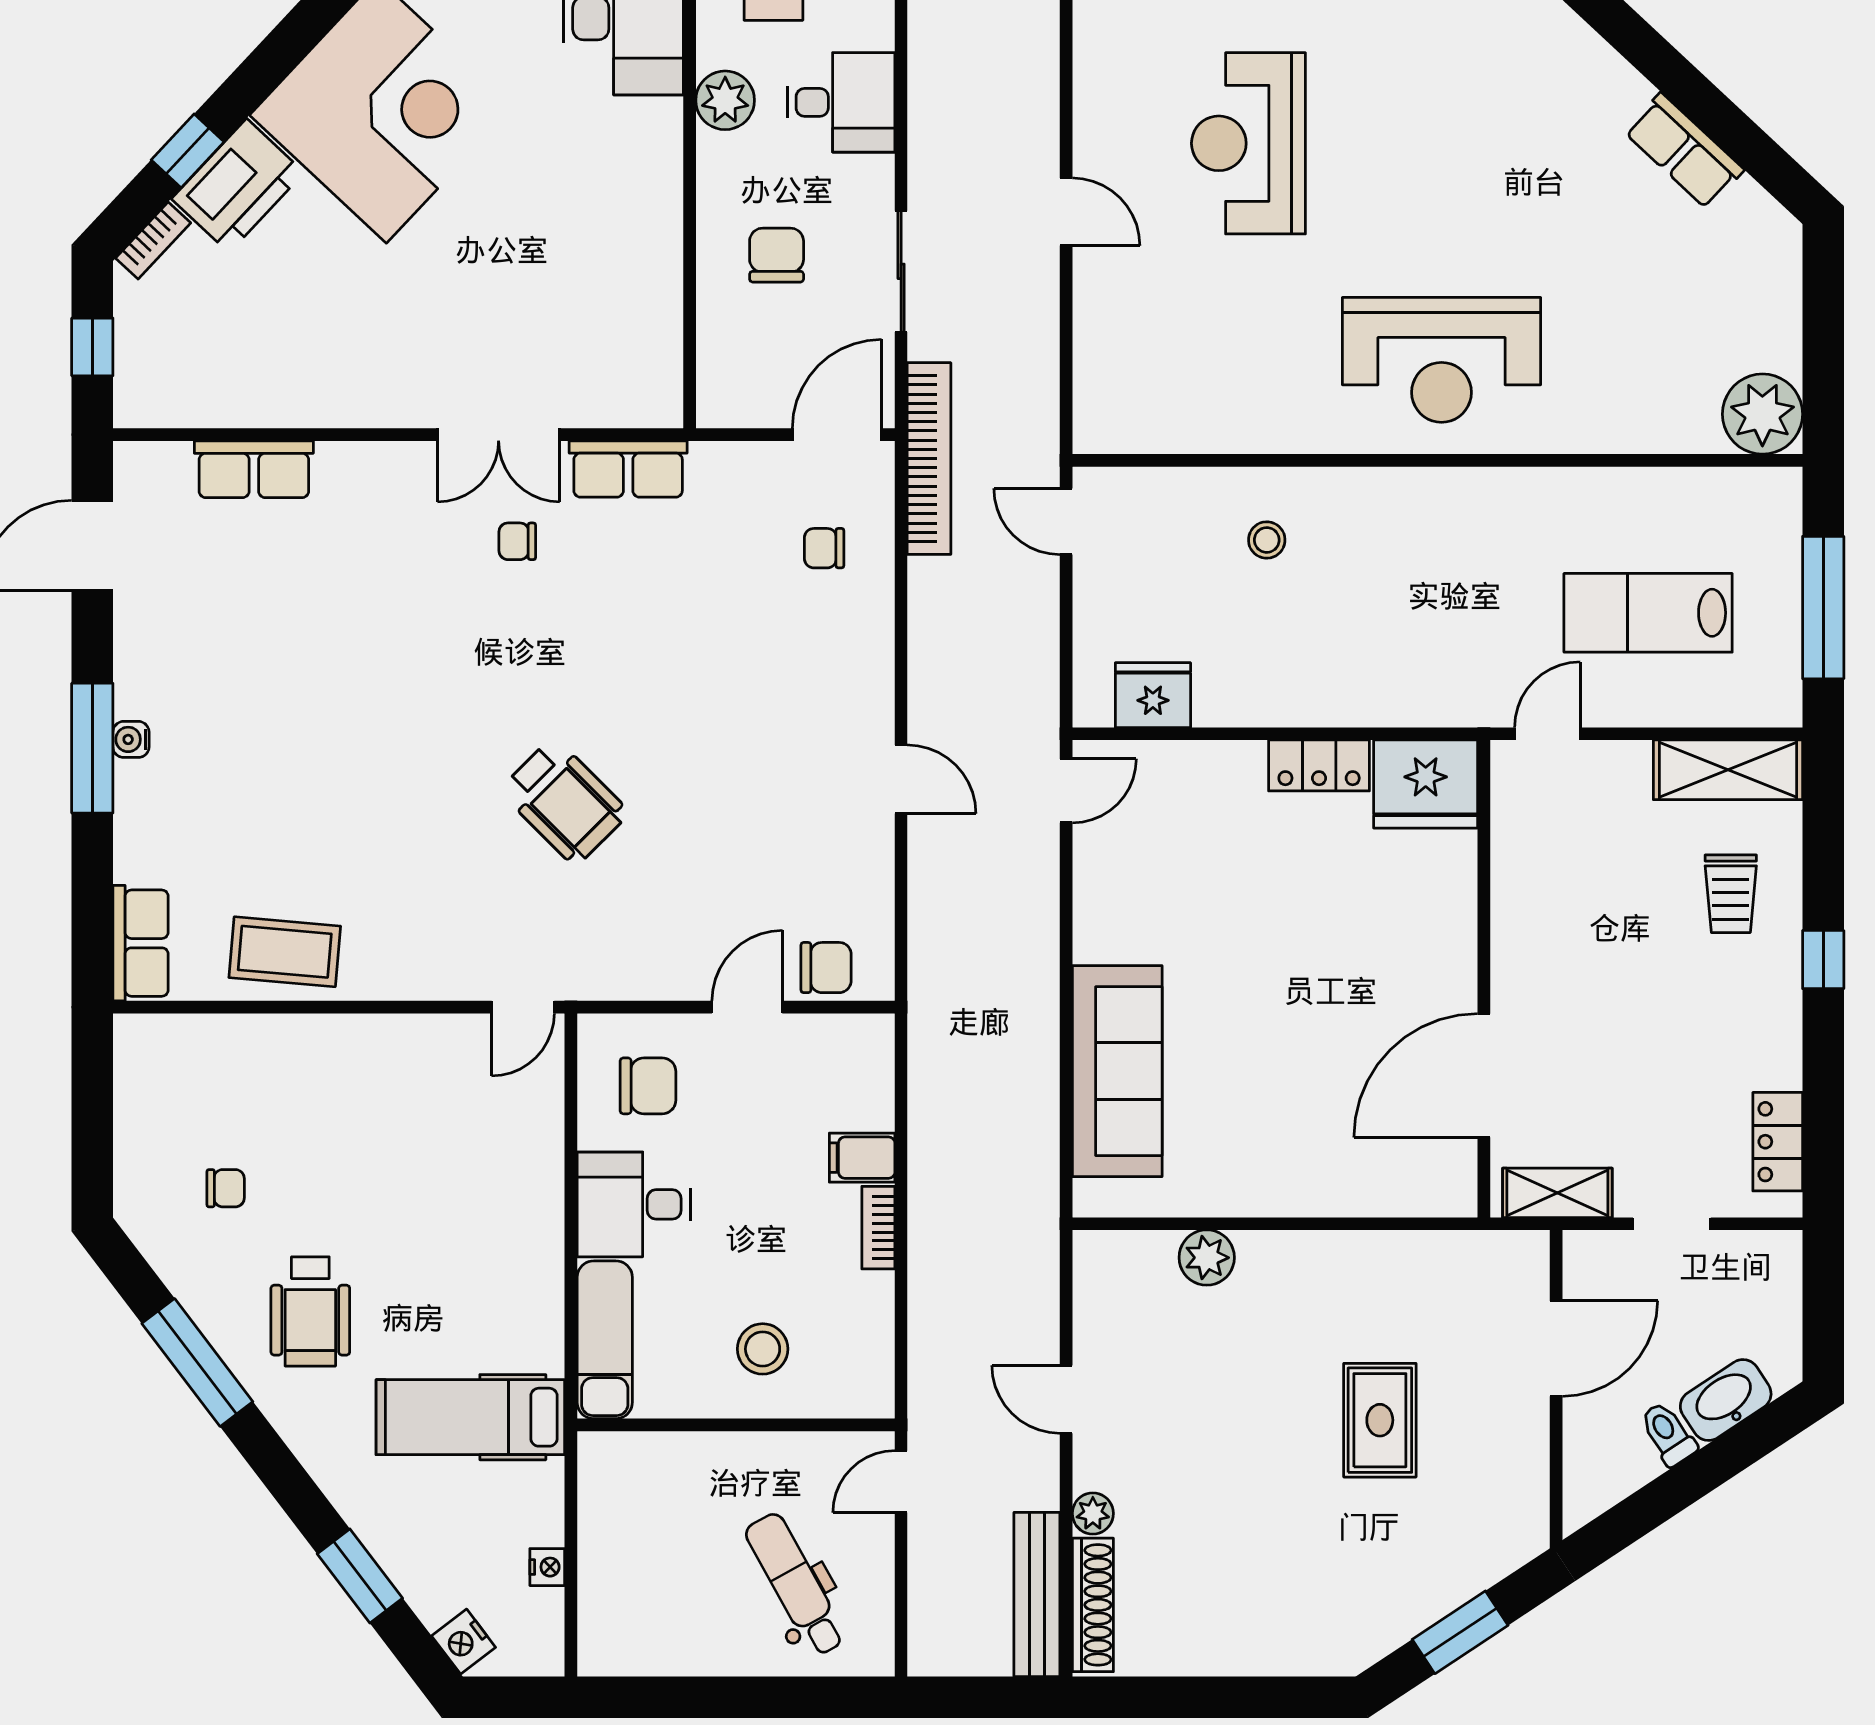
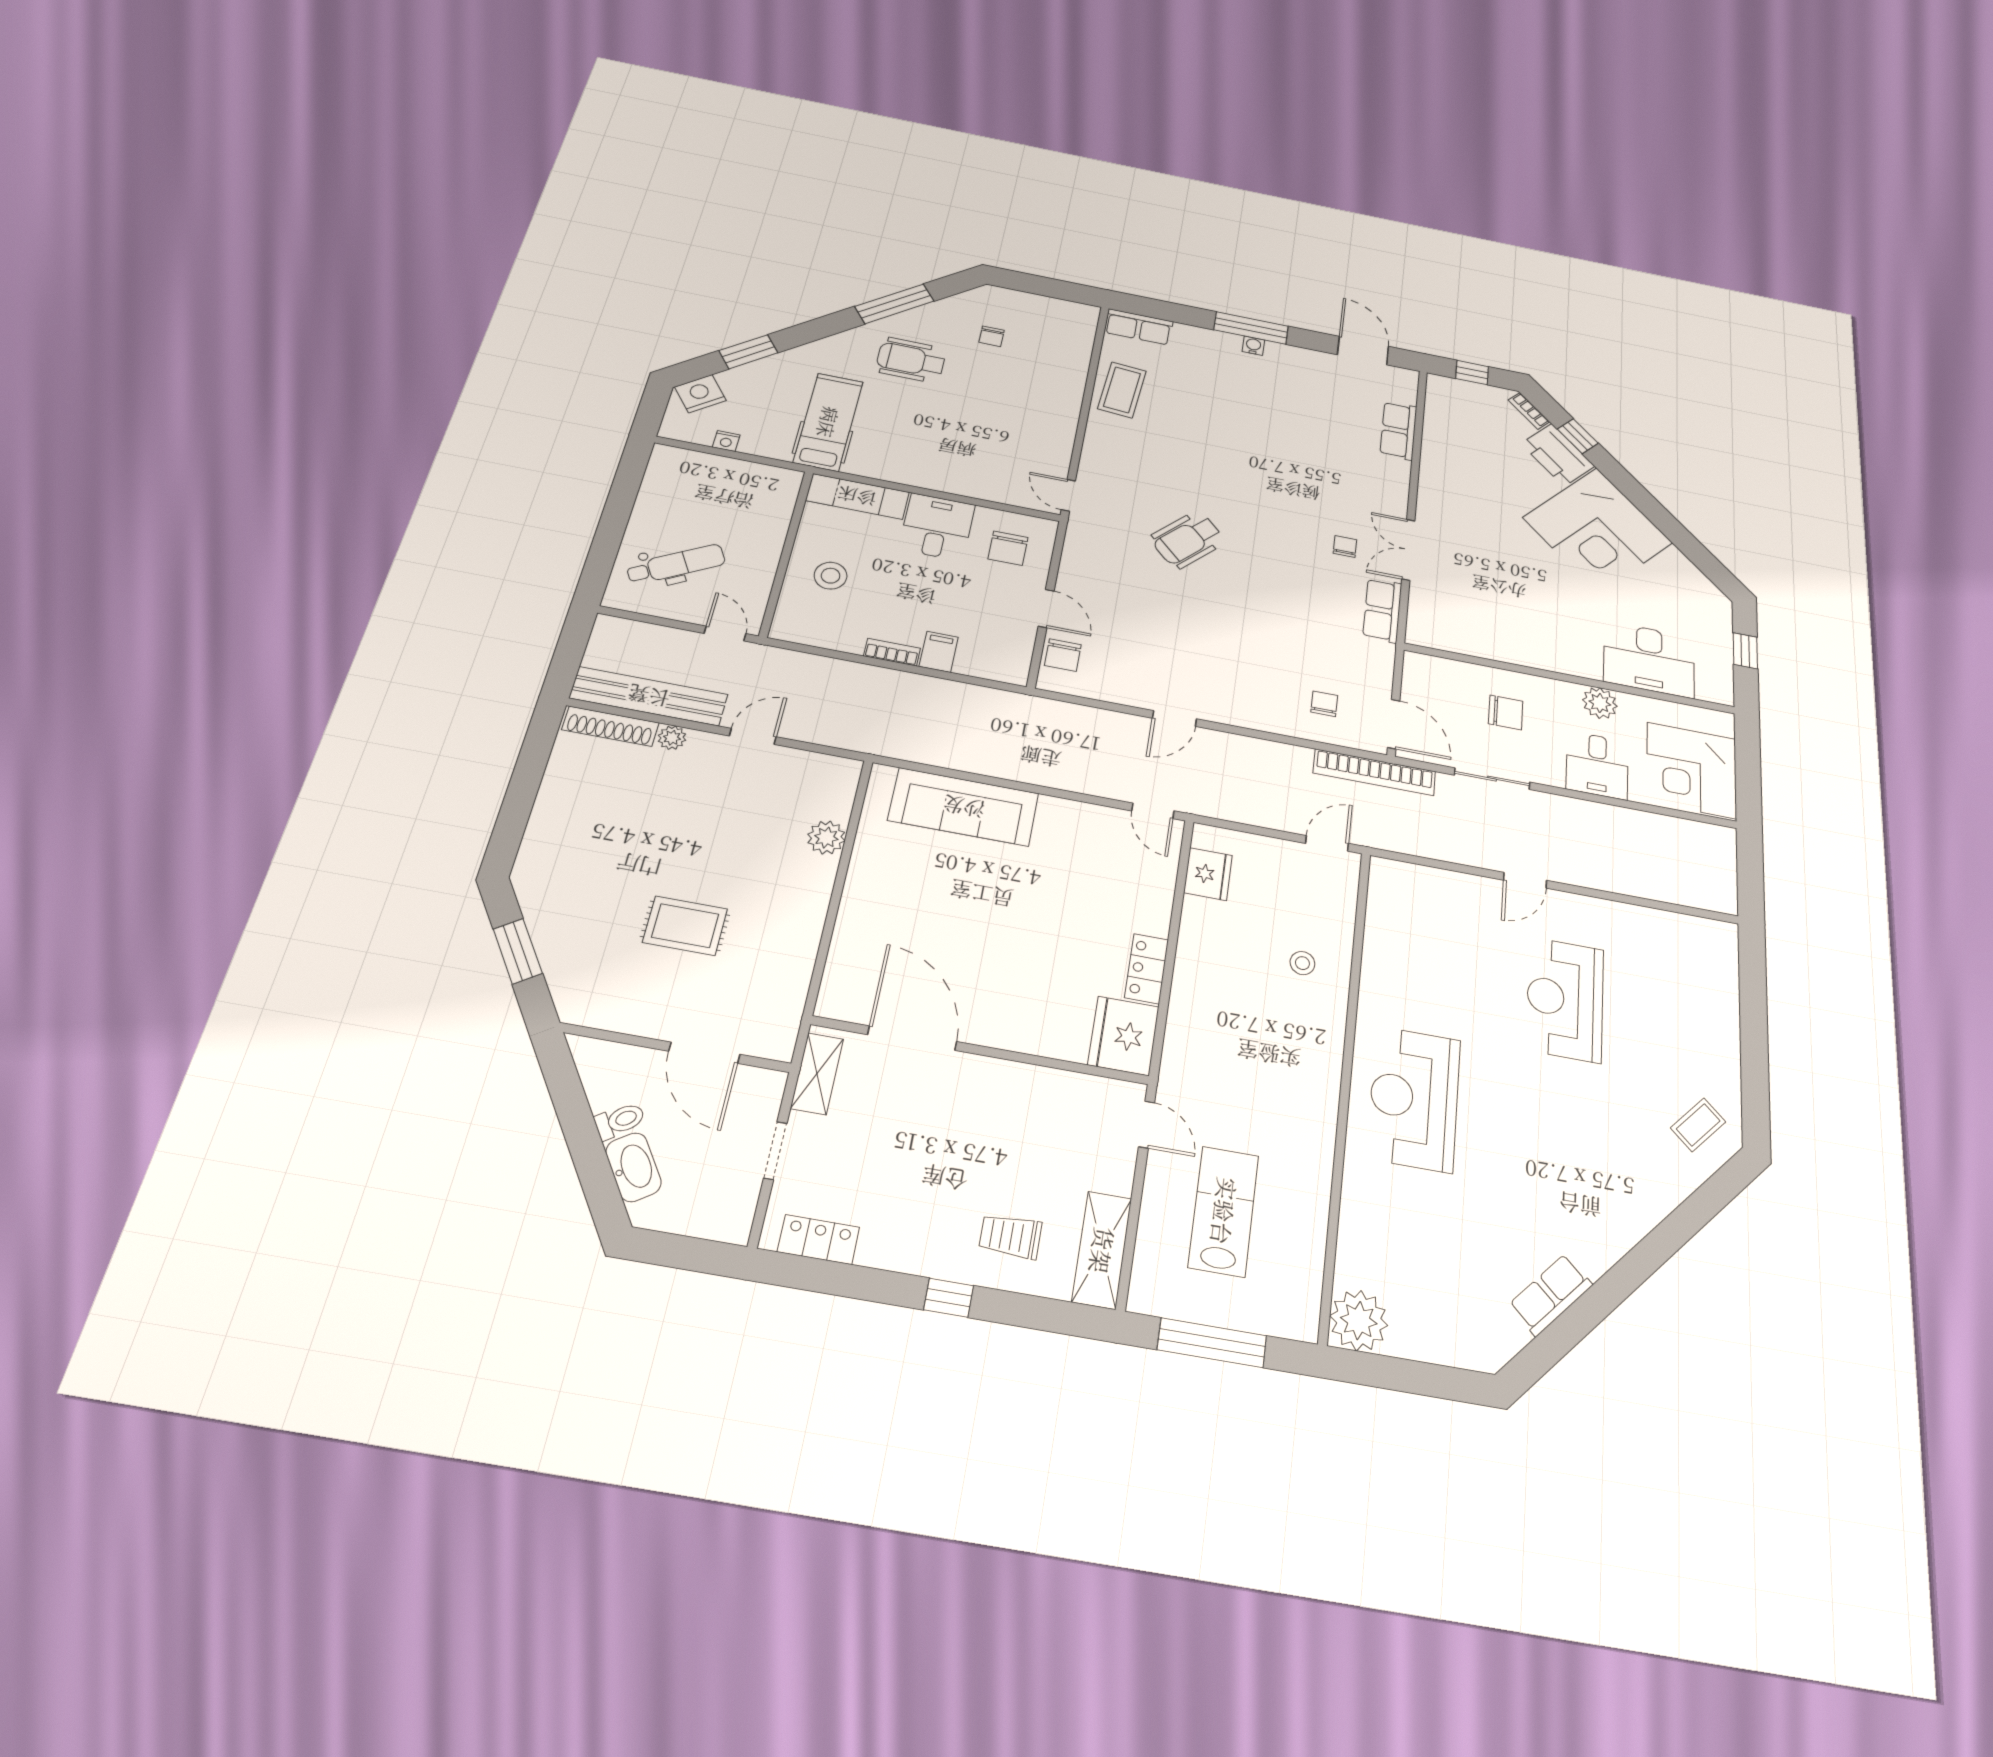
reception desk: (1248, 143) -> (1565, 999), turned -90
bench: (1037, 1594) -> (649, 696), width x1.37, depth x1.21
nightstand: (464, 1642) -> (700, 394), width x1.36, depth x1.33

